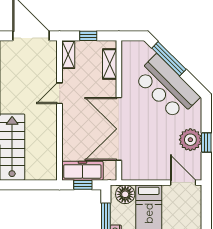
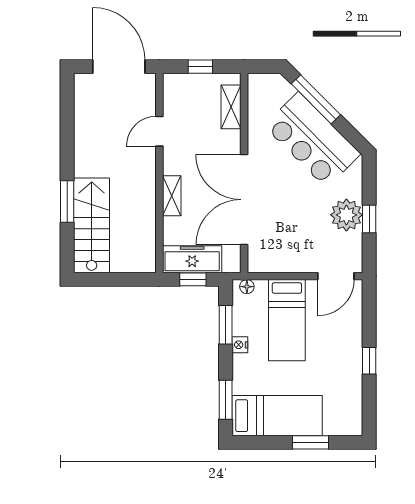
shelving: (68, 55) -> (172, 196), moved
door: (60, 93) -> (159, 131), moved
door: (183, 183) -> (336, 276), swing flipped
floor lamp: (125, 194) -> (247, 287), width x0.53, depth x0.53

